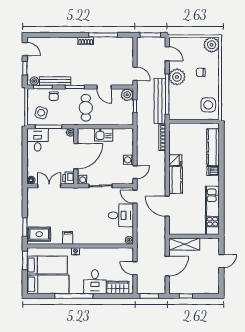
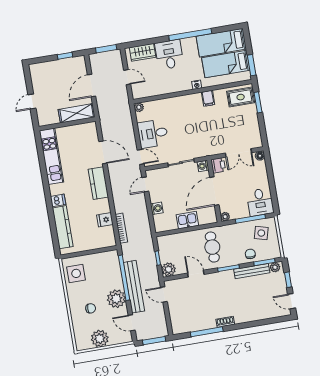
plant: (212, 45) -> (100, 339), moved
bench: (160, 101) -> (134, 287), moved
washing machine: (128, 160) -> (157, 208), moved
fridge: (175, 160) -> (105, 220), moved

